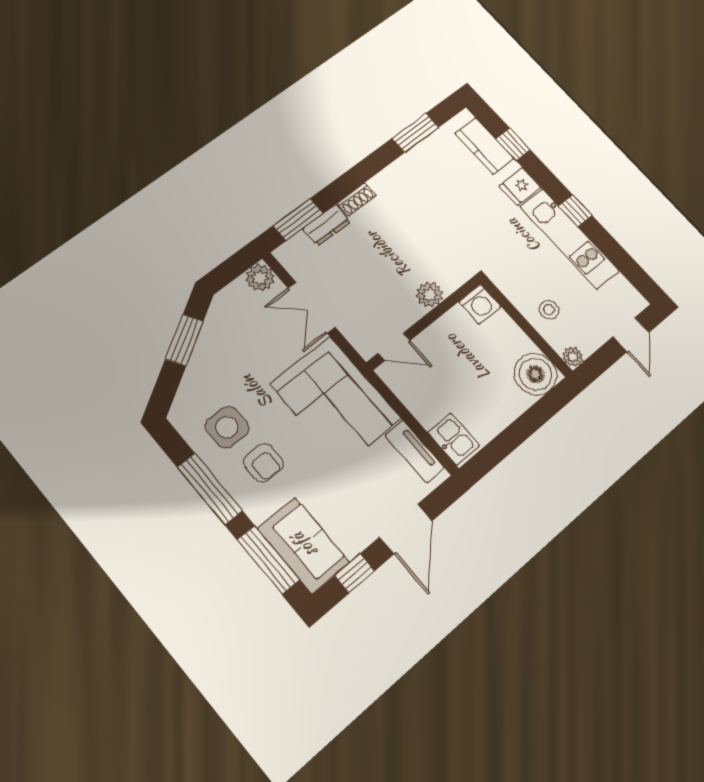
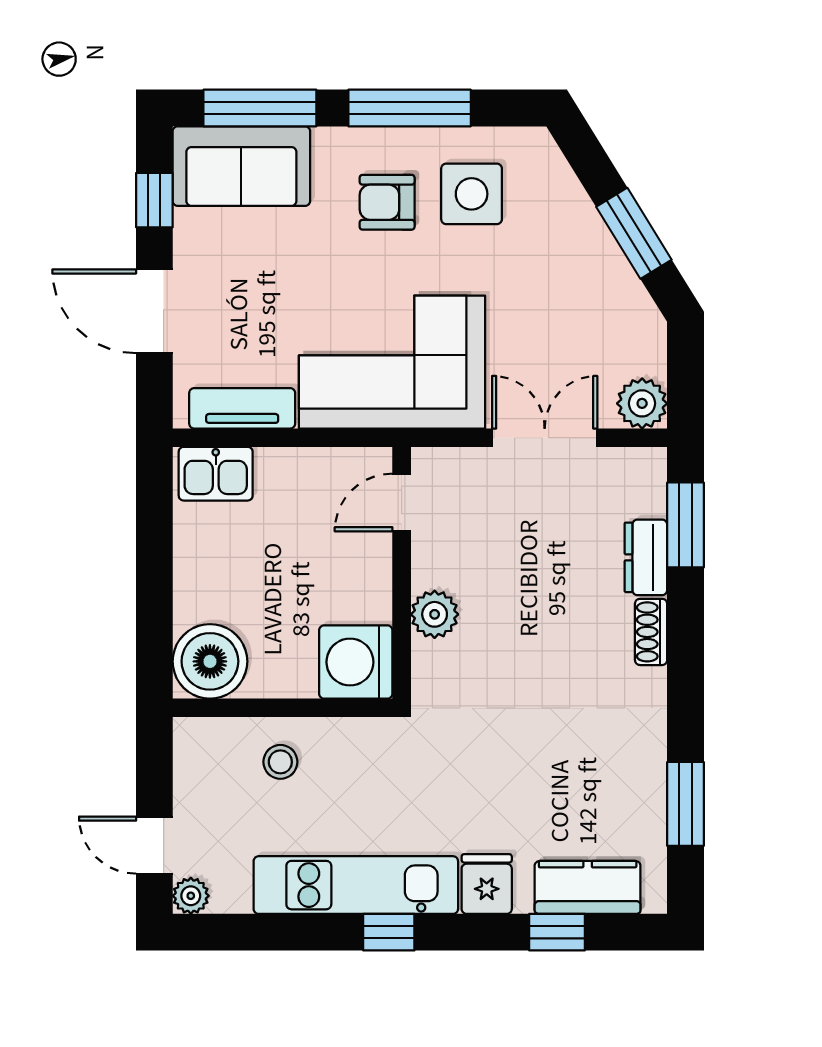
washing machine: (480, 304) -> (356, 662), width x1.37, depth x1.37
plant: (573, 357) -> (191, 896), moved

